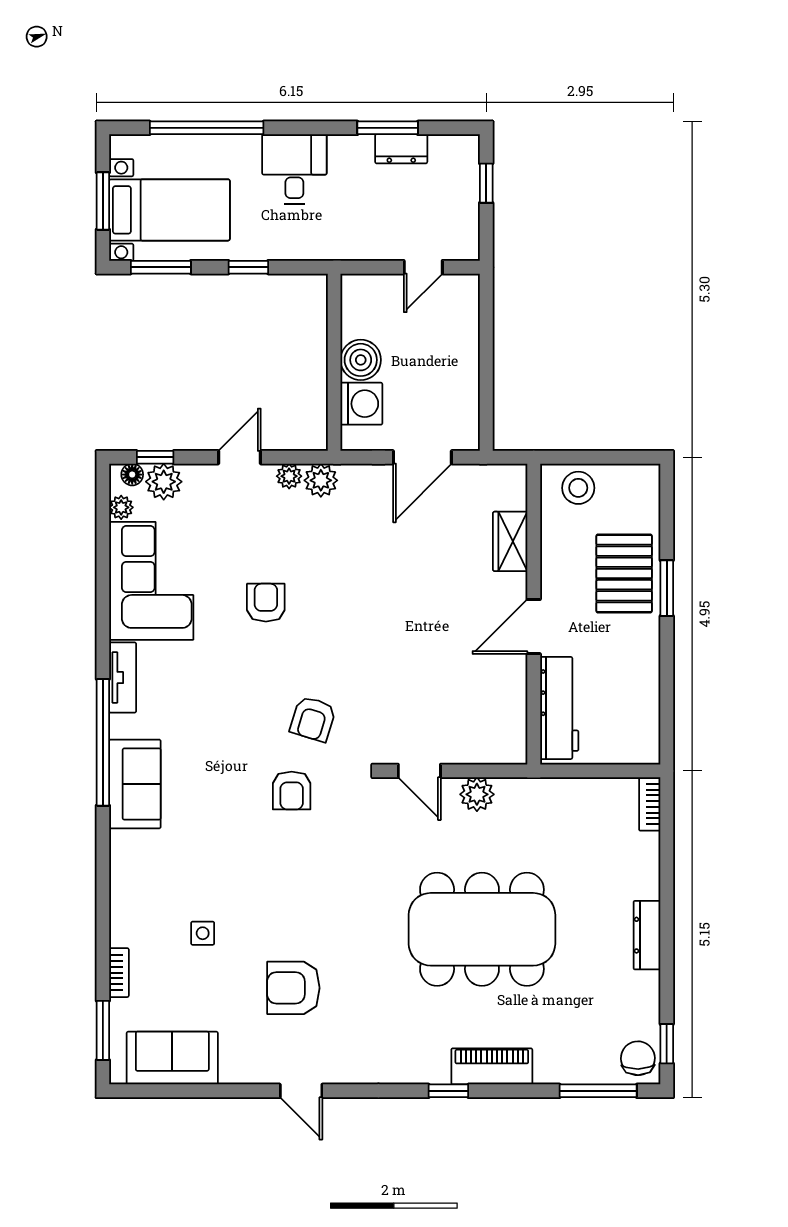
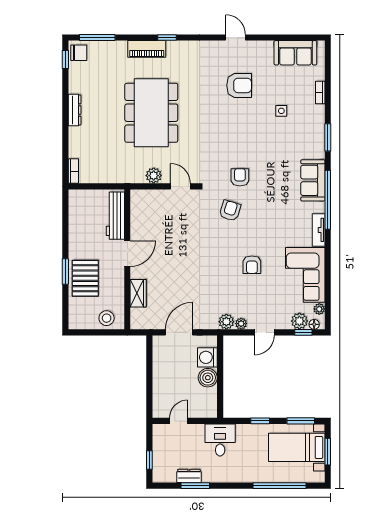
desk: (294, 169) -> (220, 440), moved, turned 180
dining table: (482, 929) -> (151, 113), turned 90
window: (103, 1030) -> (328, 137), moved
chair: (638, 1058) -> (79, 53), turned -89

